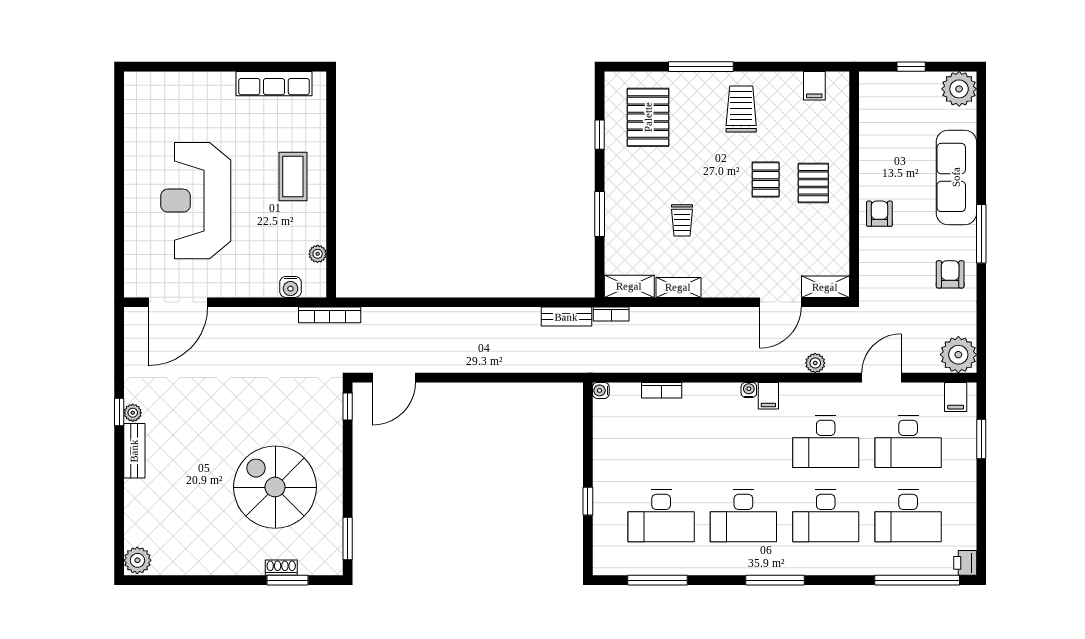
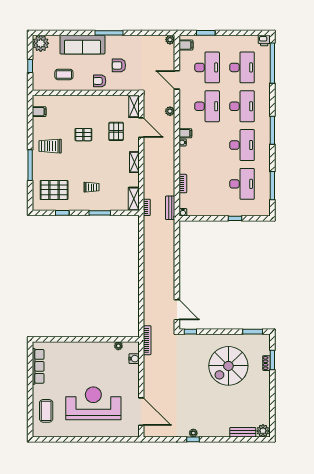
coffee table: (893, 138) -> (64, 74), added
coffee table: (293, 177) -> (46, 411), moved, turned 90
pallet: (813, 183) -> (116, 131), moved, turned 90
reception desk: (196, 201) -> (93, 403), turned 180
trolley: (682, 220) -> (91, 187), moved
armchair: (950, 274) -> (119, 65), moved
shelving: (678, 287) -> (134, 162), moved
bench: (566, 317) -> (170, 208), moved
plant: (958, 355) -> (170, 40), width x0.53, depth x0.53
bench: (134, 451) -> (243, 432), moved

